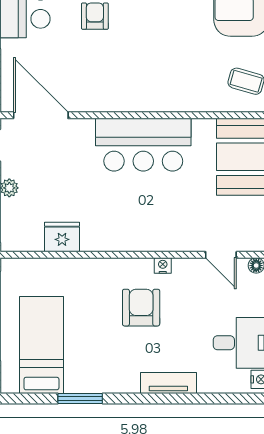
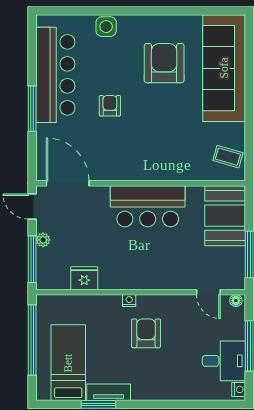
nightstand: (163, 266) -> (129, 301), moved
tv unit: (168, 383) -> (109, 392), moved

